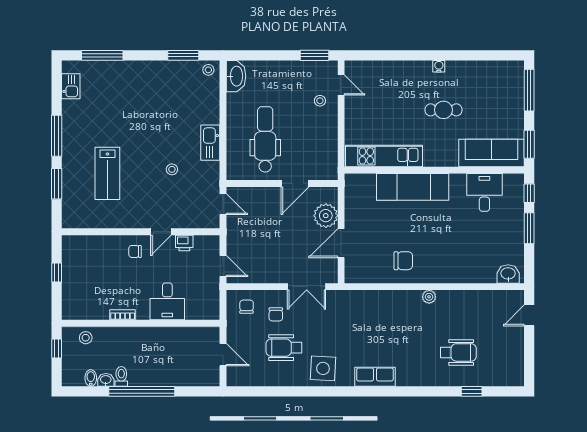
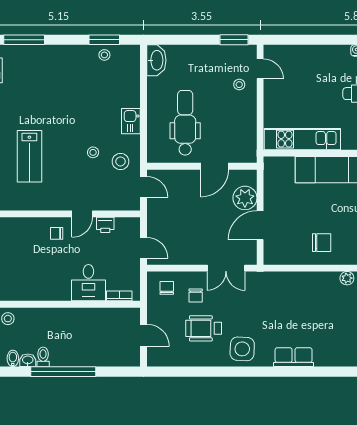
stool: (208, 70) -> (104, 55), moved
kitchen sink: (210, 143) -> (131, 121), width x0.73
stool: (200, 179) -> (121, 161), added
bookcase: (123, 315) -> (119, 296), moved

